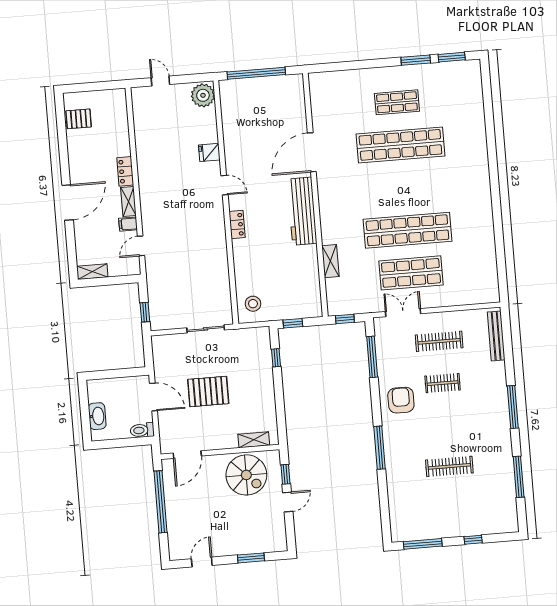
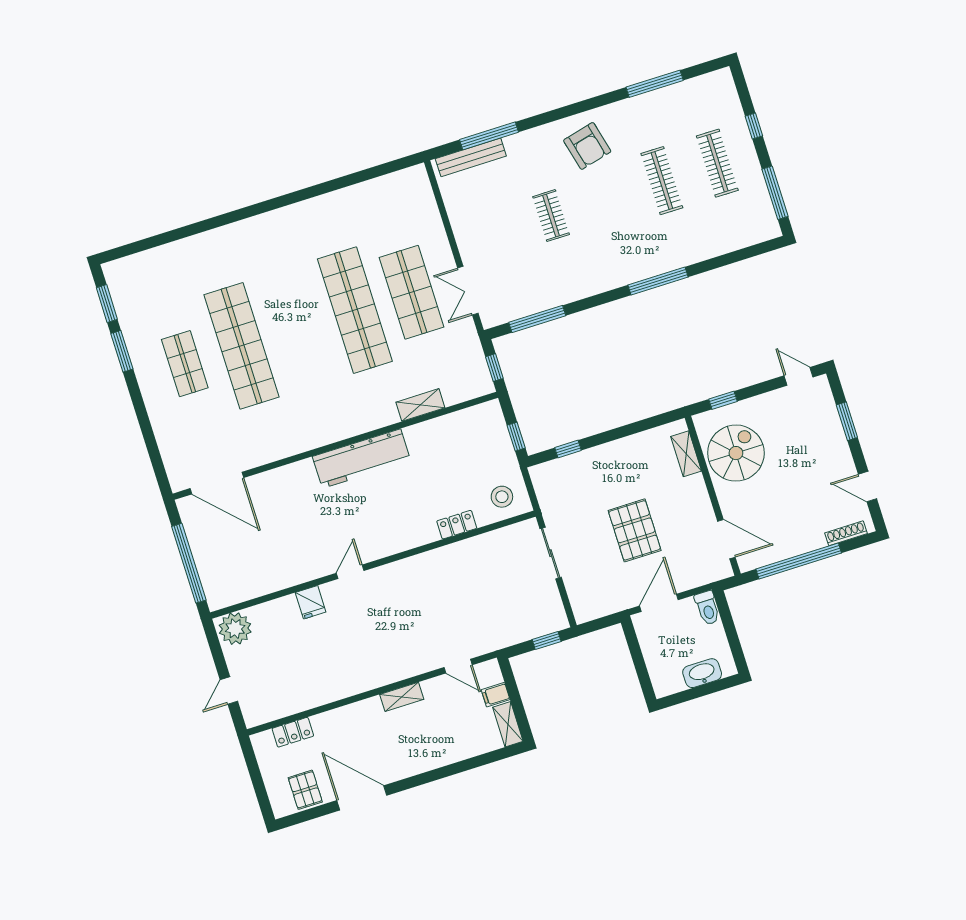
door: (312, 152) -> (217, 483), moved
locker: (125, 171) -> (293, 732), moved
door: (68, 203) -> (362, 798), moved
filing cabinet: (128, 224) -> (496, 695), moved, turned 90
locker: (237, 225) -> (457, 525), moved
clothes rail: (439, 341) -> (717, 163), moved
armchair: (401, 400) -> (587, 146), moved, turned -104
window: (513, 407) -> (489, 136), moved
door: (288, 502) -> (799, 376), moved
shoe rack: (172, 539) -> (846, 533), added

